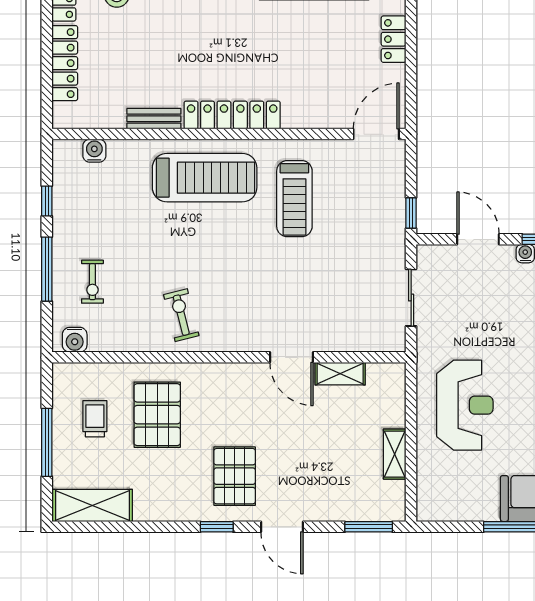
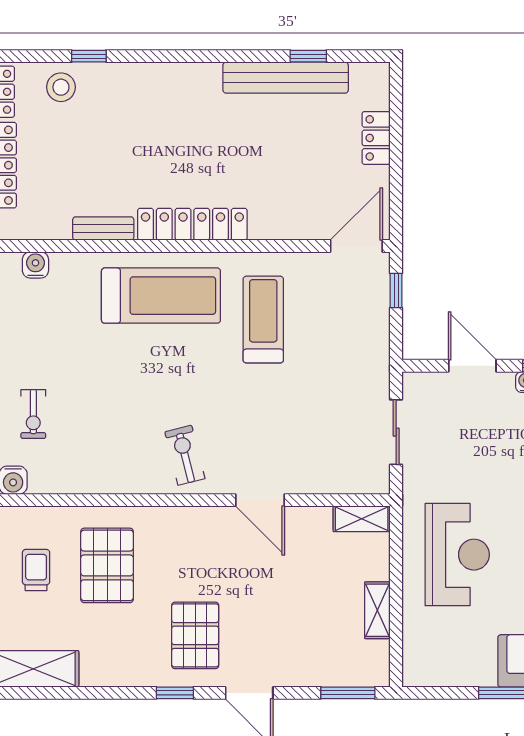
treadmill: (294, 199) -> (263, 320), turned 180
window: (411, 213) -> (396, 291), moved
exercise bike: (181, 315) -> (185, 455), moved
shelving: (340, 374) -> (362, 519), moved

